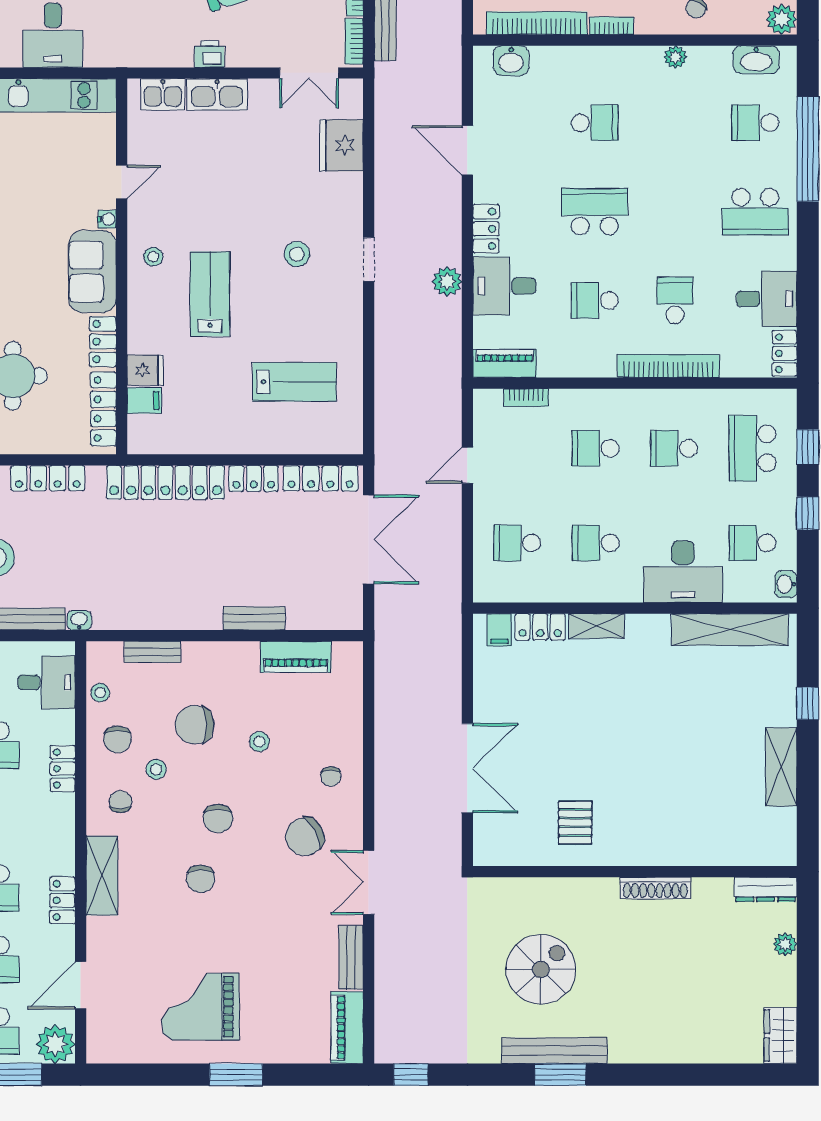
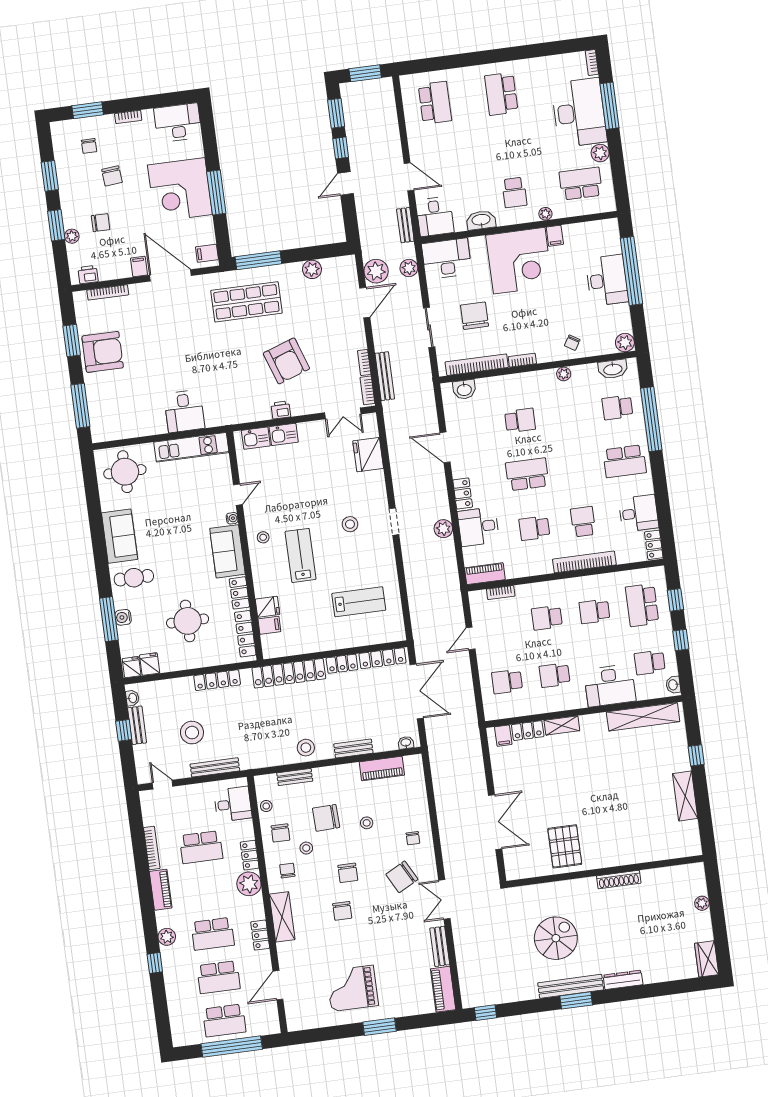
kitchen sink: (217, 94) -> (284, 434), width x0.73
stool: (177, 607) -> (306, 748), added
washbasin: (79, 620) -> (406, 743), moved
pallet: (575, 823) -> (565, 846), width x1.50, depth x1.42
dresser: (766, 889) -> (623, 980), moved, turned 180
plant: (55, 1044) -> (249, 884), moved

